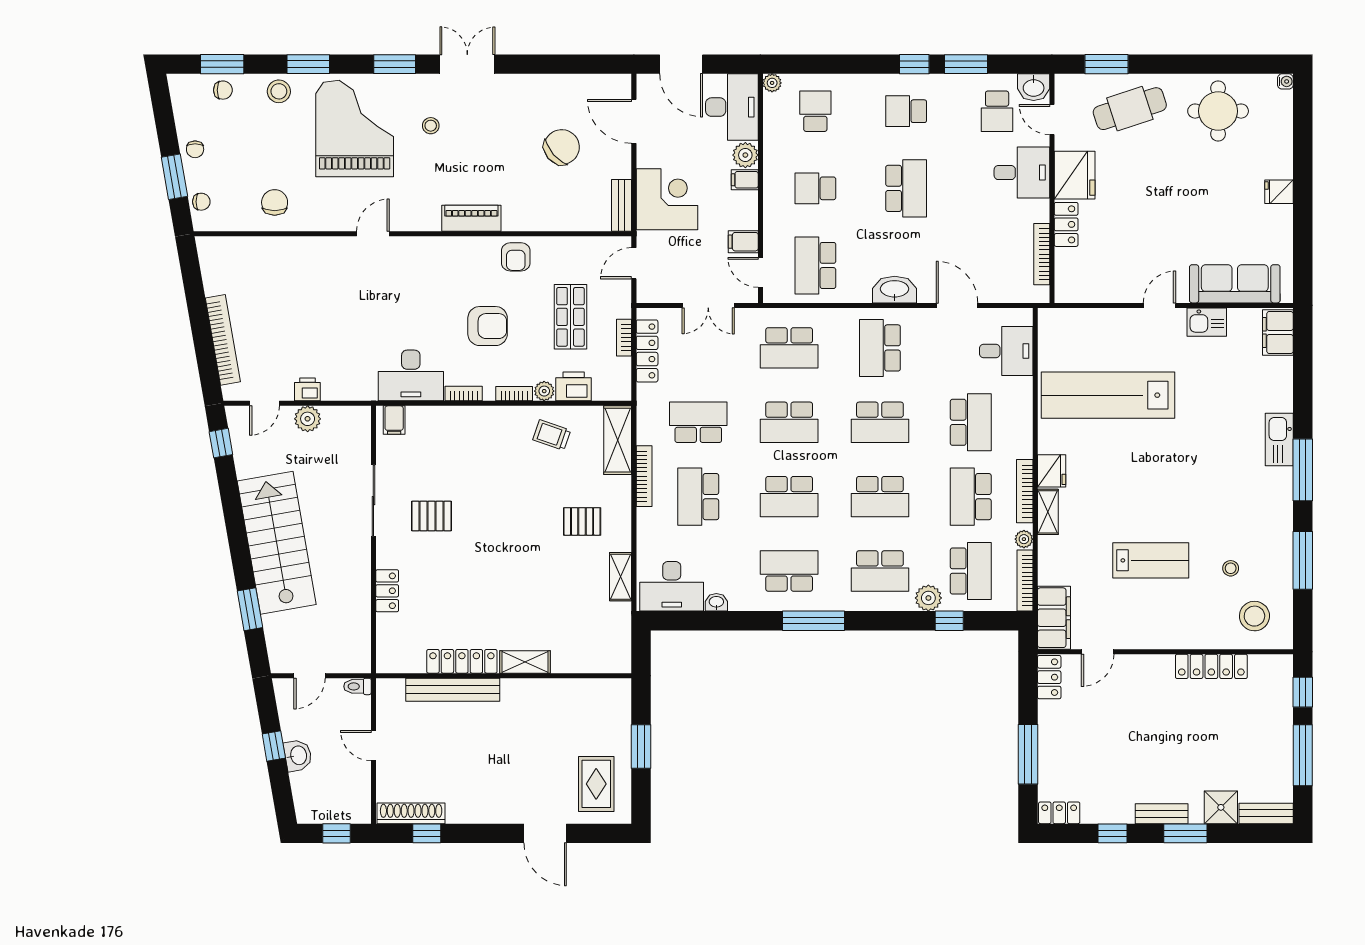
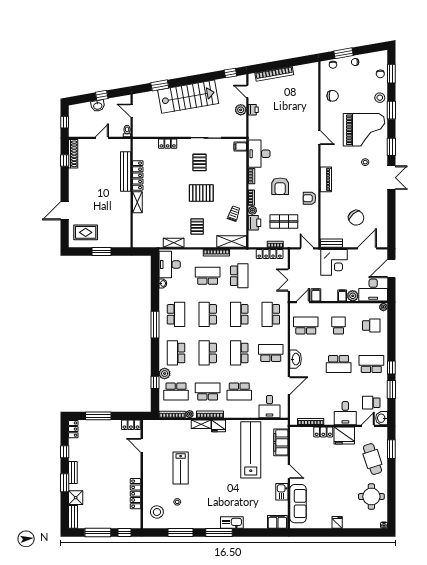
school desk: (906, 111) -> (371, 364), width x1.85
pallet: (504, 512) -> (201, 193), added
filing cabinet: (1054, 618) -> (281, 442), moved, turned 90

